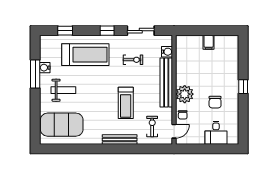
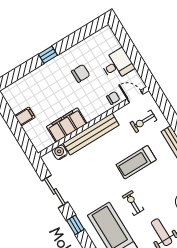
exercise bike: (133, 60) -> (133, 203), moved
filing cabinet: (184, 69) -> (67, 125), added
plant: (185, 94) -> (91, 109), removed
treadmill: (126, 103) -> (136, 162), turned 180
desk: (216, 133) -> (117, 65), moved

